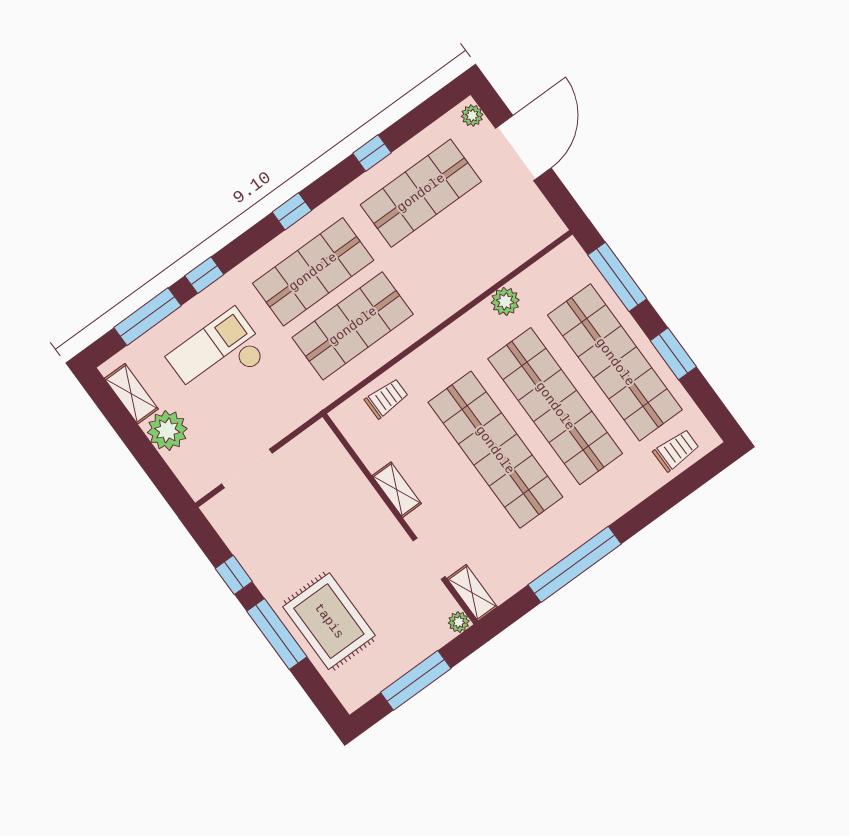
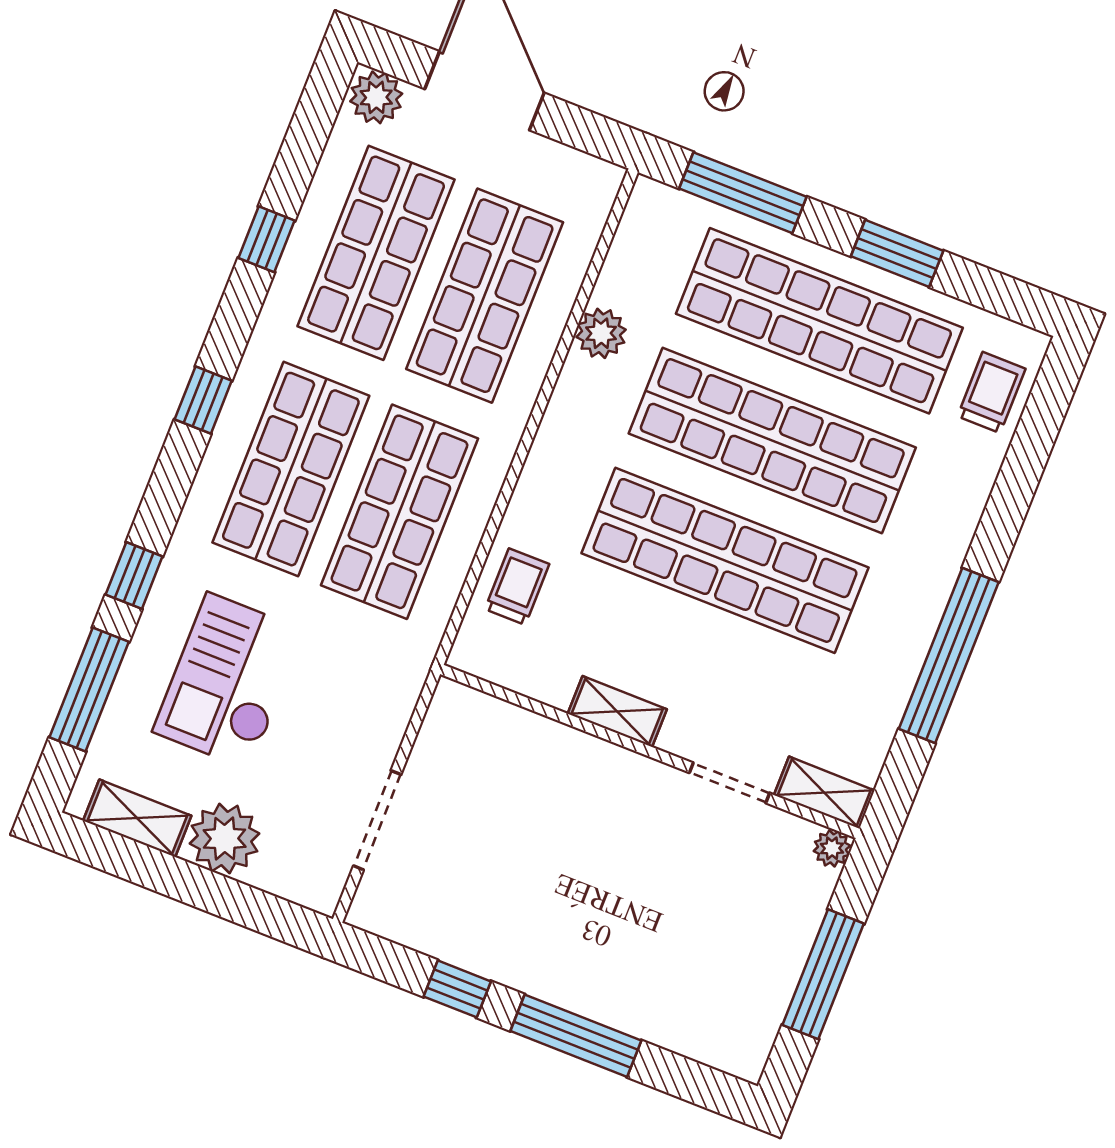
plant: (472, 115) -> (376, 97), width x1.38, depth x1.38
shop shelf: (460, 247) -> (485, 296), added
rug: (329, 621) -> (640, 968), removed

